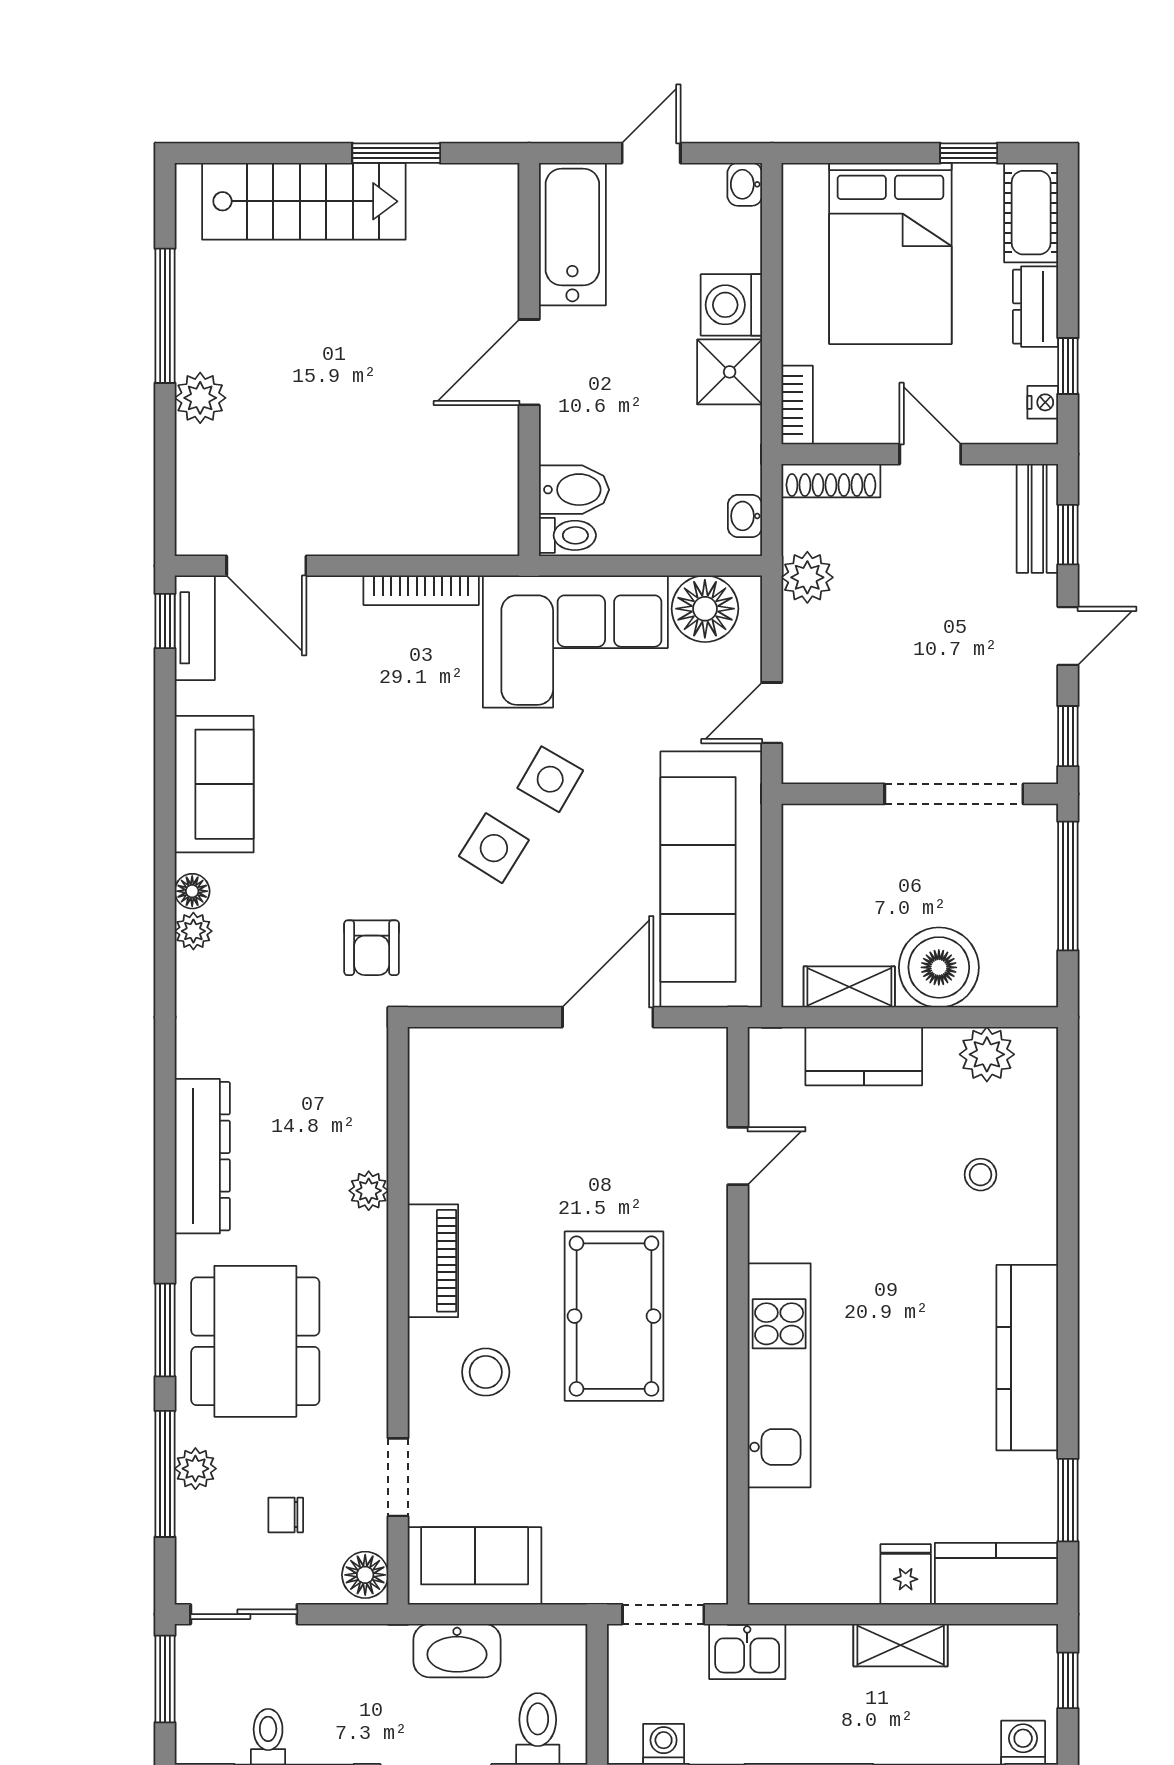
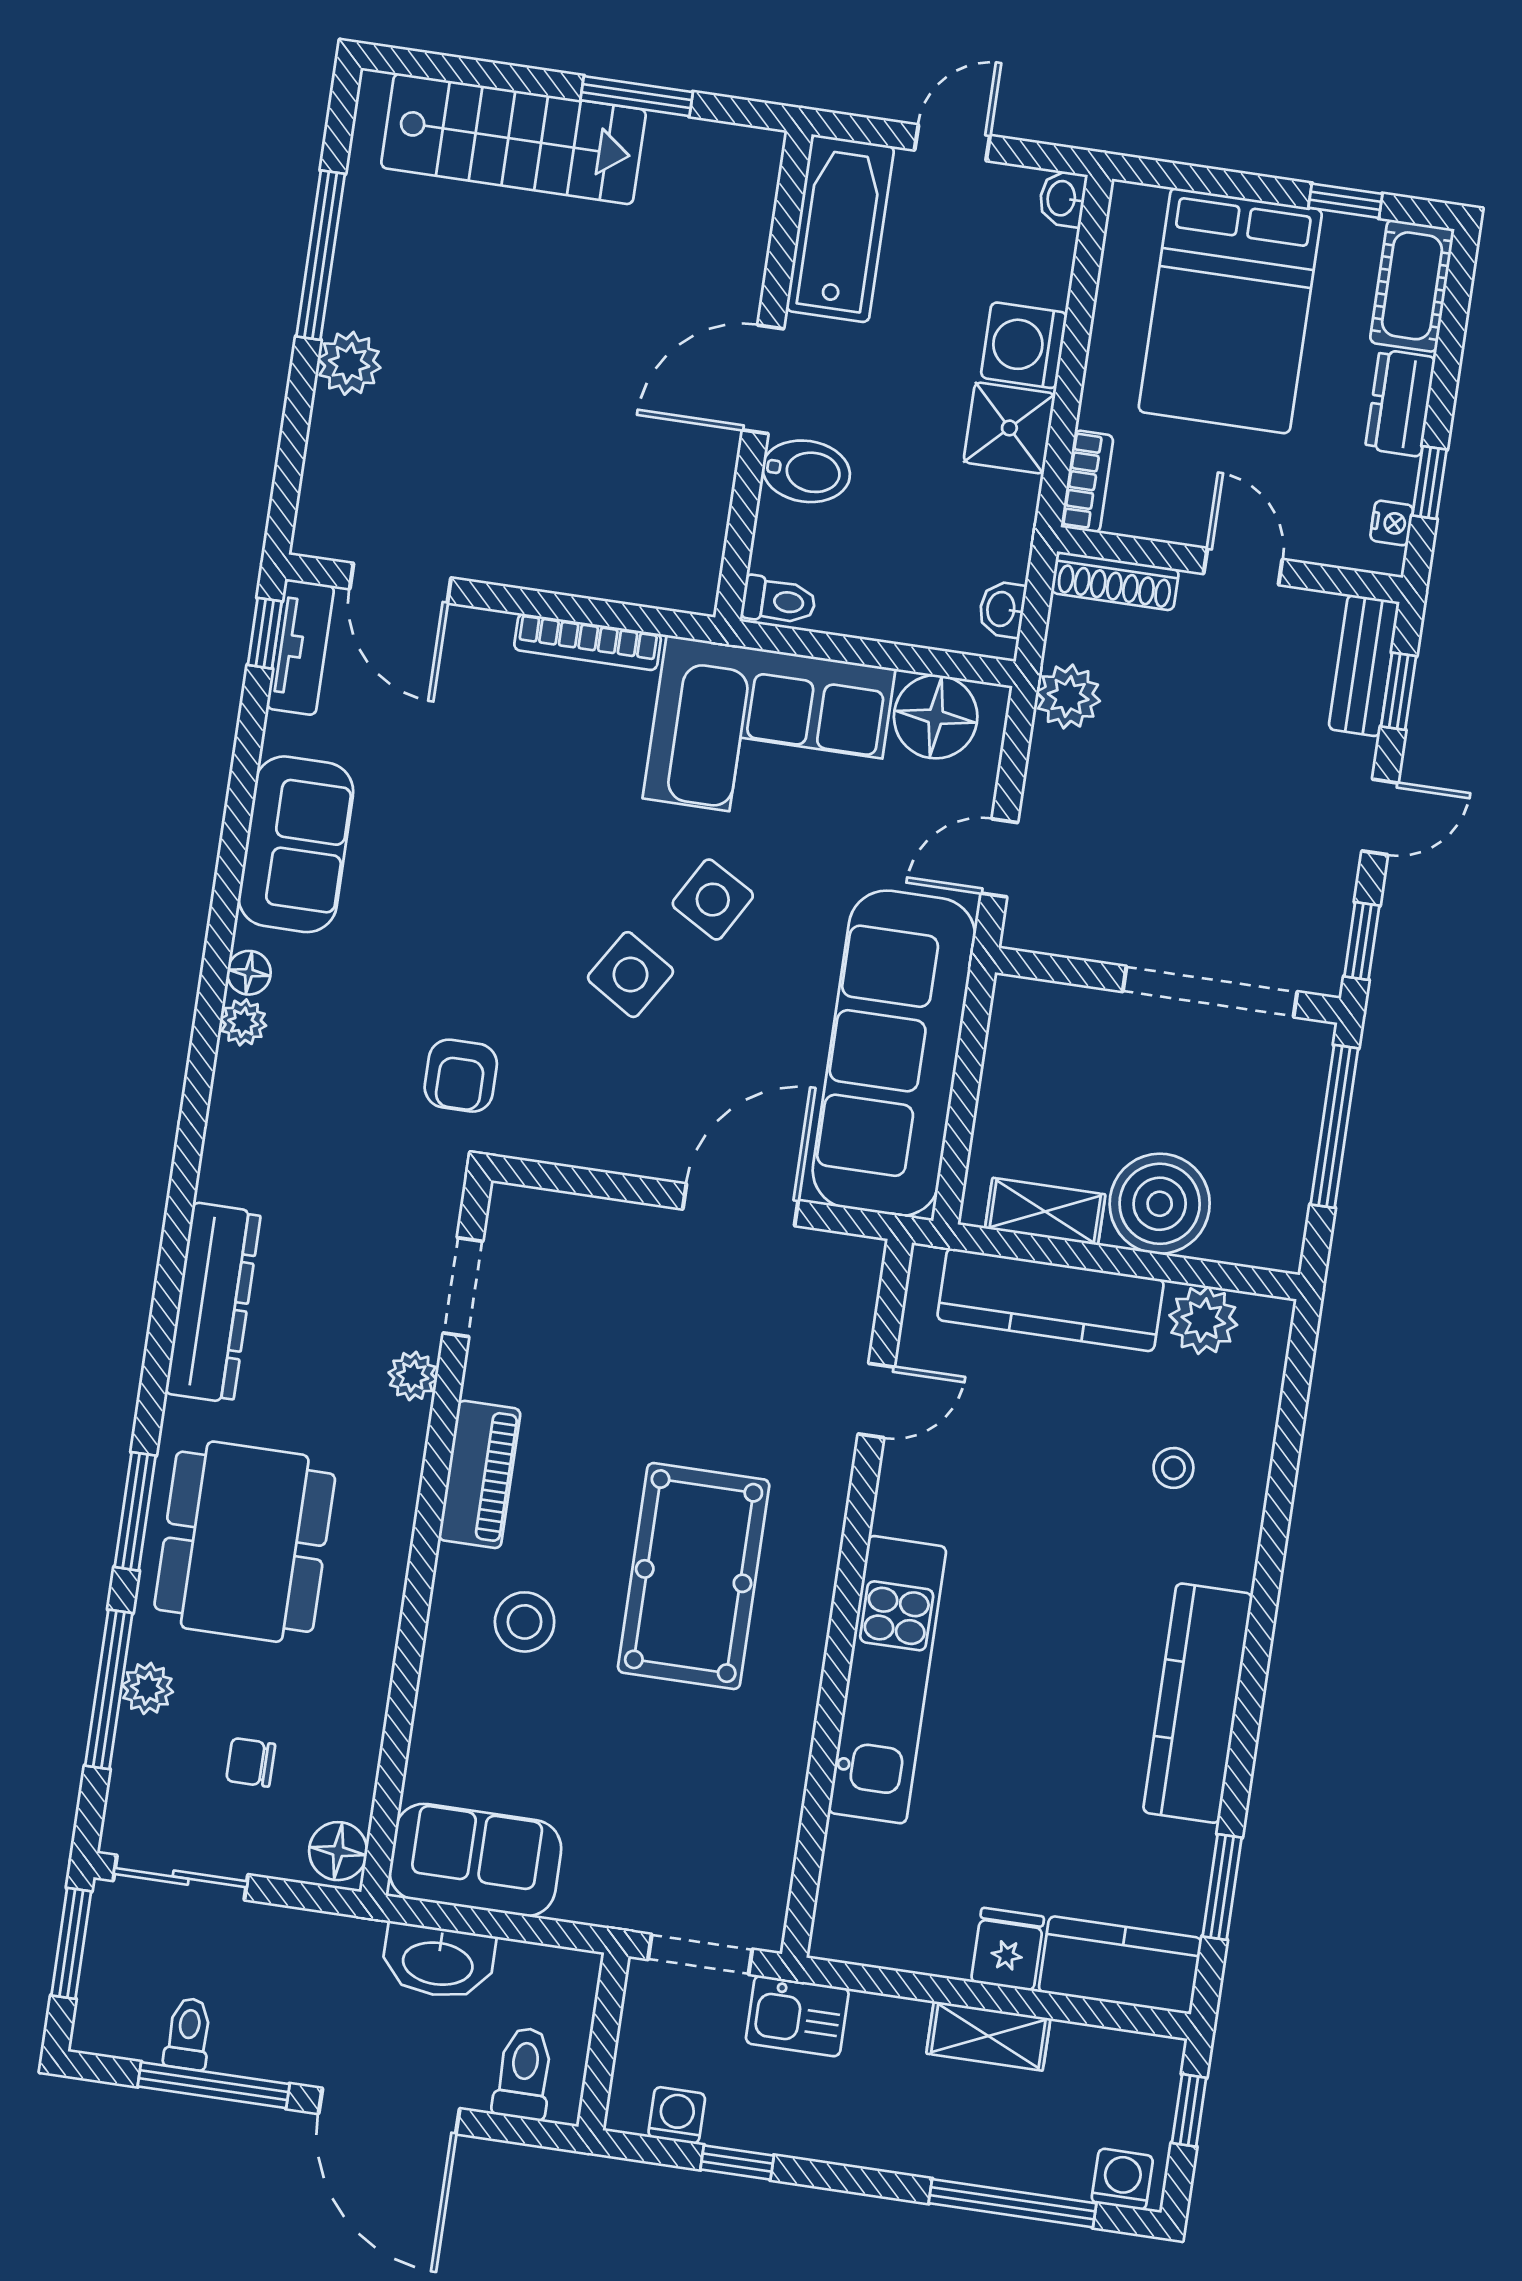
bidet: (574, 490) -> (806, 471), moved
kitchen counter: (864, 1056) -> (1050, 1300), width x1.50
doorway: (398, 1477) -> (463, 1287), moved

